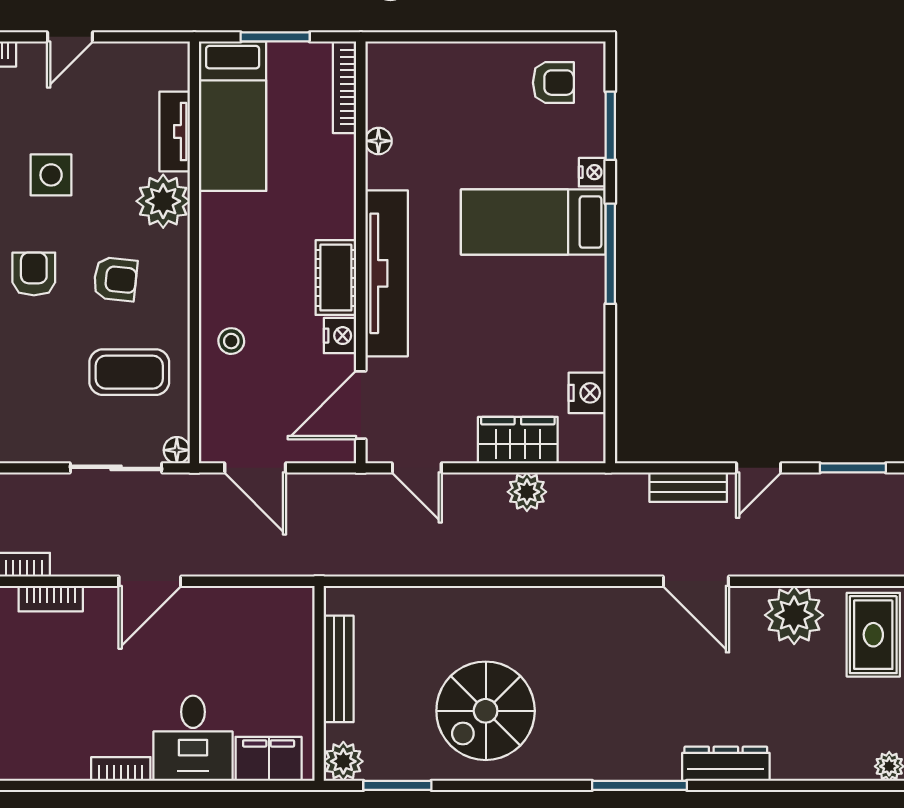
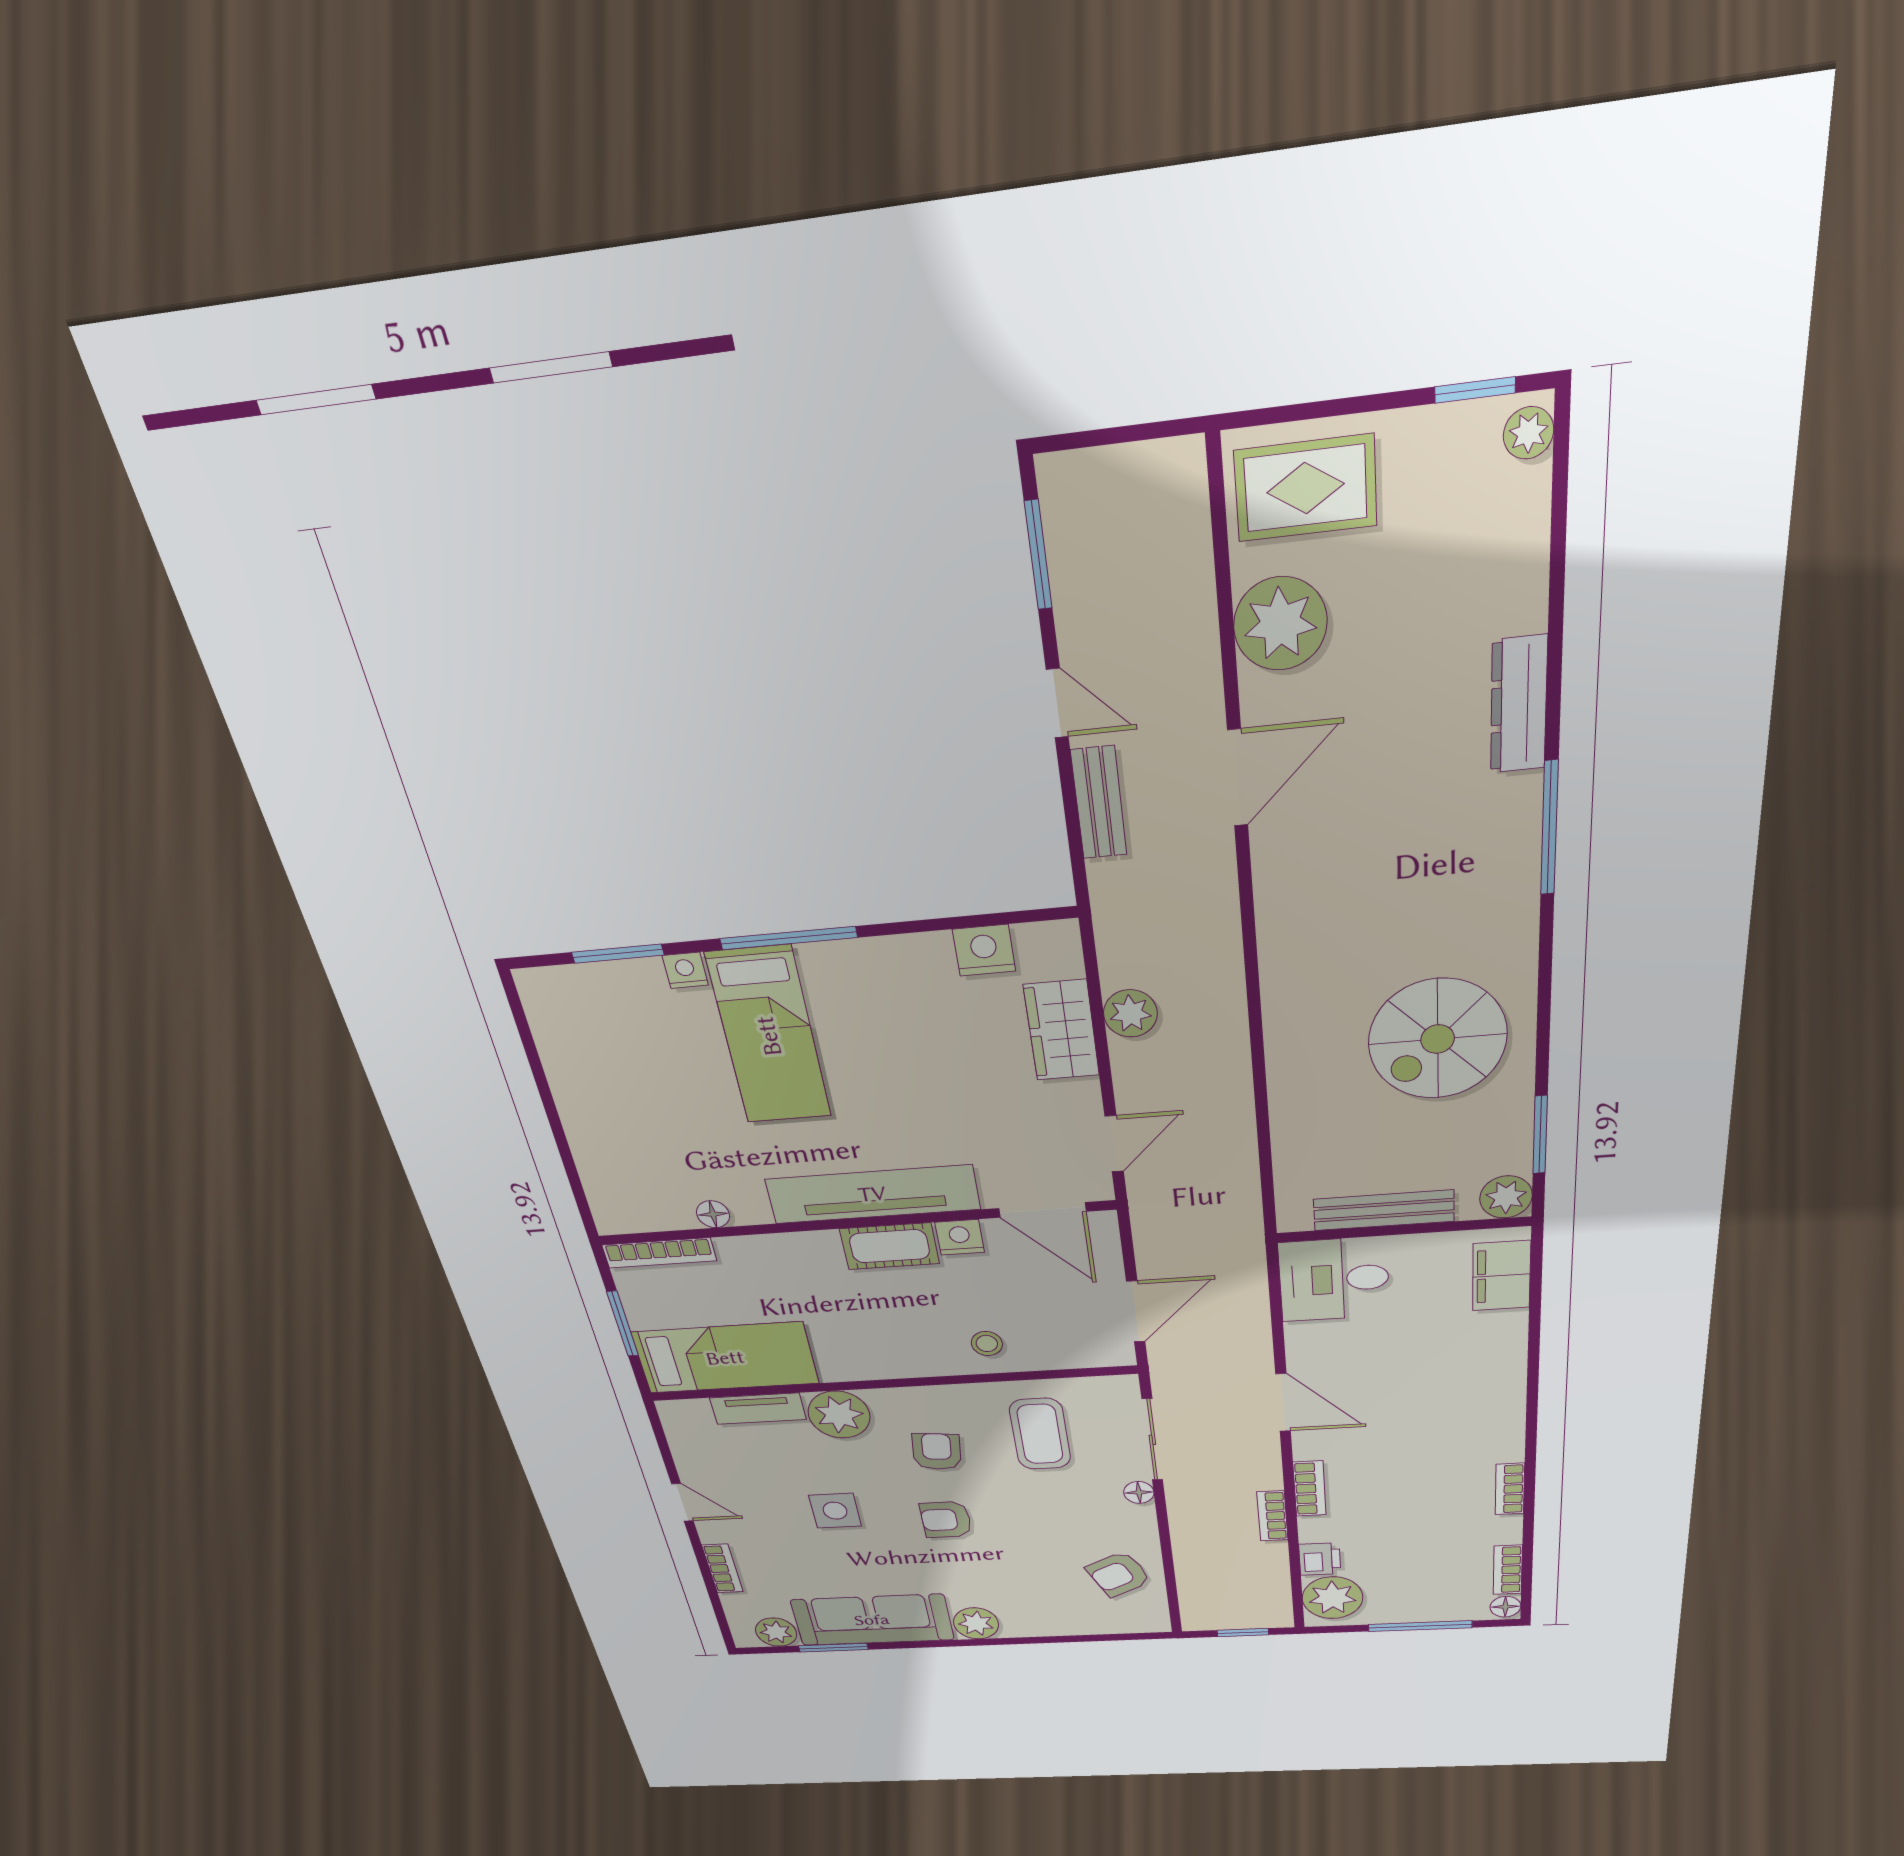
armchair: (553, 83) -> (583, 1027), removed
floor lamp: (177, 450) -> (1139, 1492), moved
spiral stairs: (486, 711) -> (1438, 1039), turned 90
desk: (193, 738) -> (1334, 1279), moved, turned 180
bookcase: (121, 769) -> (1510, 1489), moved

